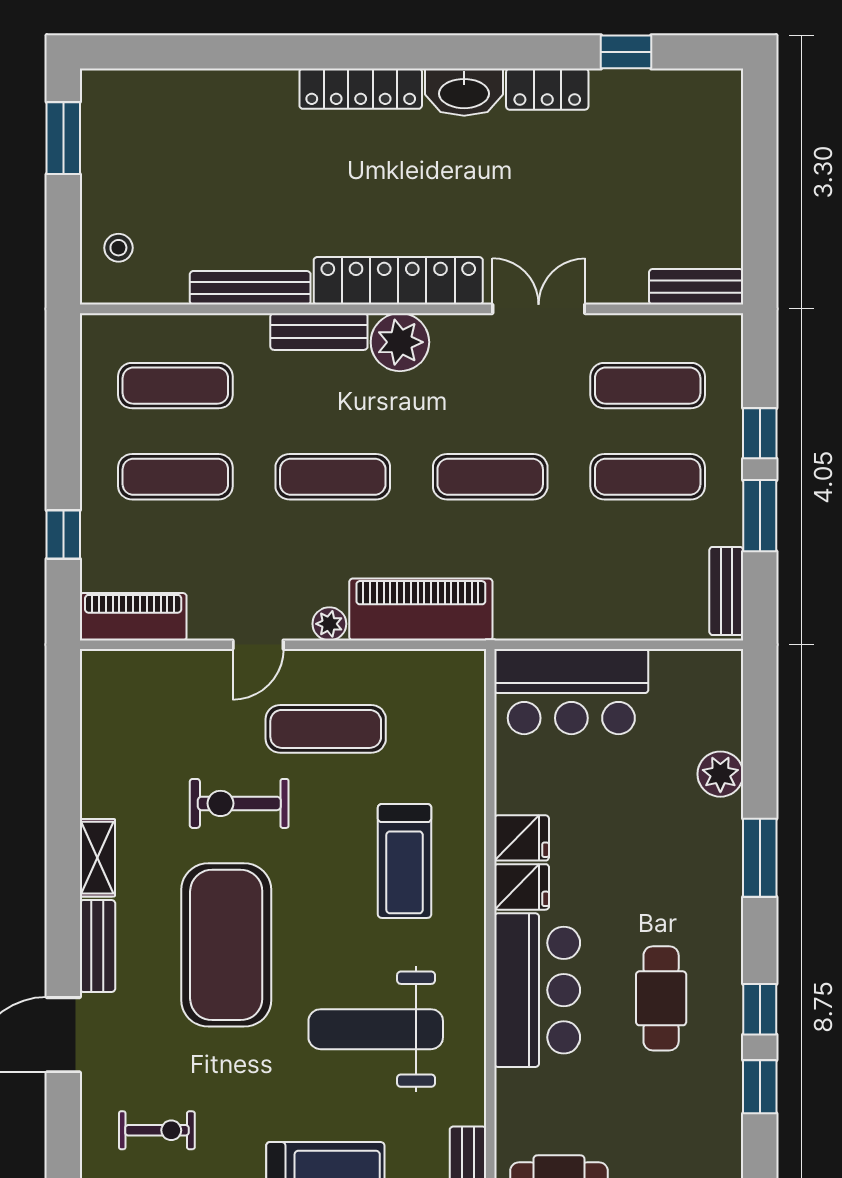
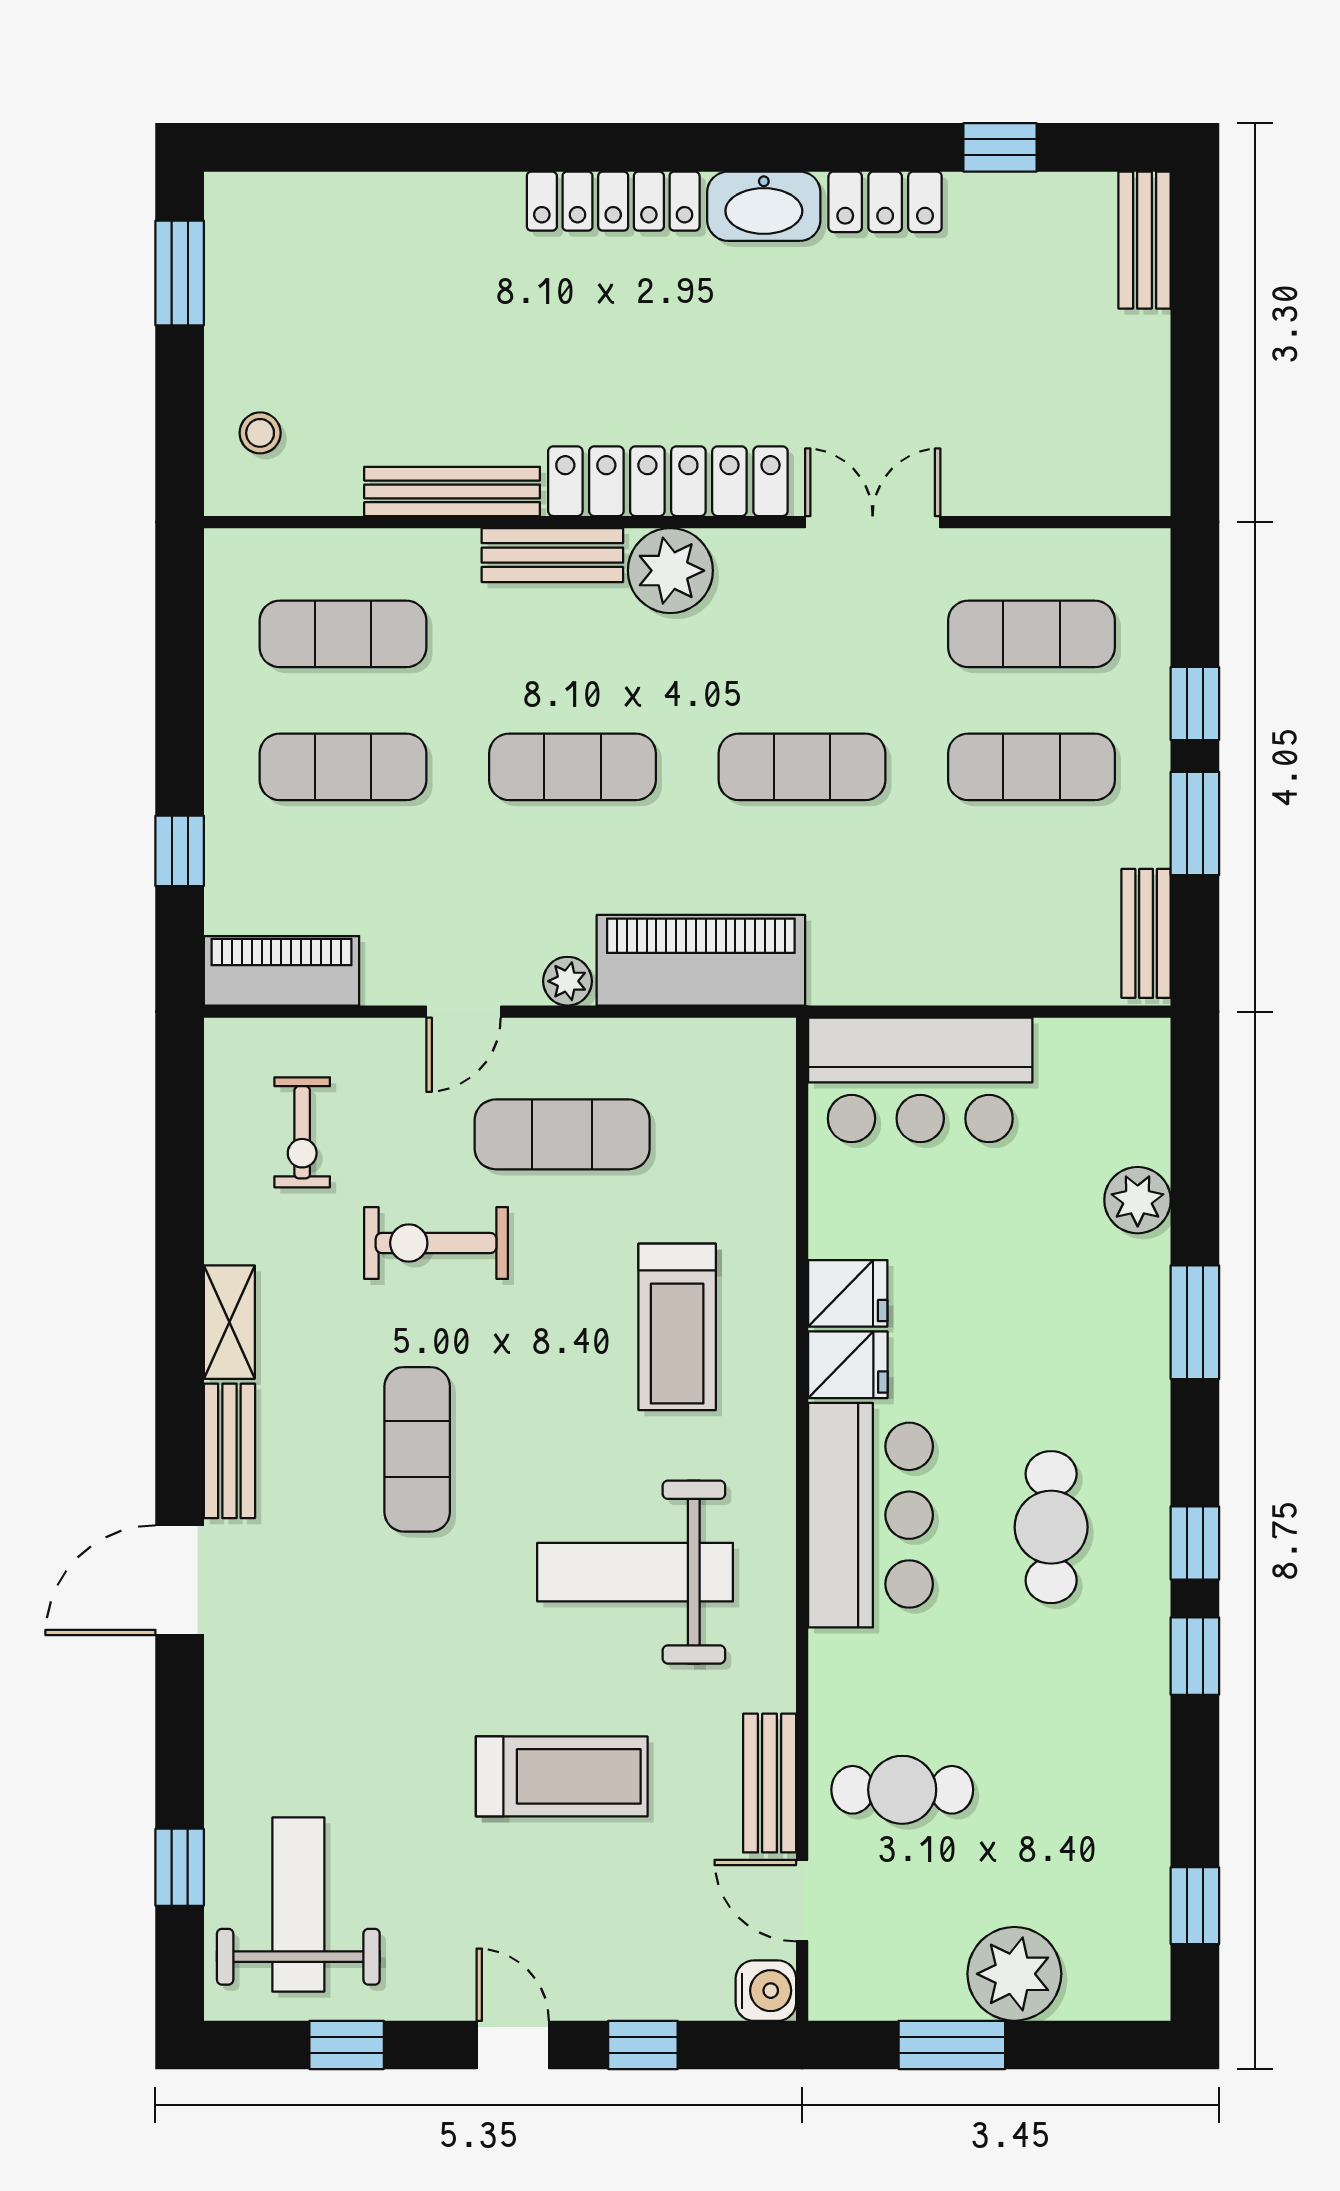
bench: (696, 287) -> (1145, 240), moved, turned 90
exercise mat: (226, 945) -> (417, 1449), width x0.50, depth x0.69
exercise bike: (157, 1130) -> (302, 1132), moved, turned 90

